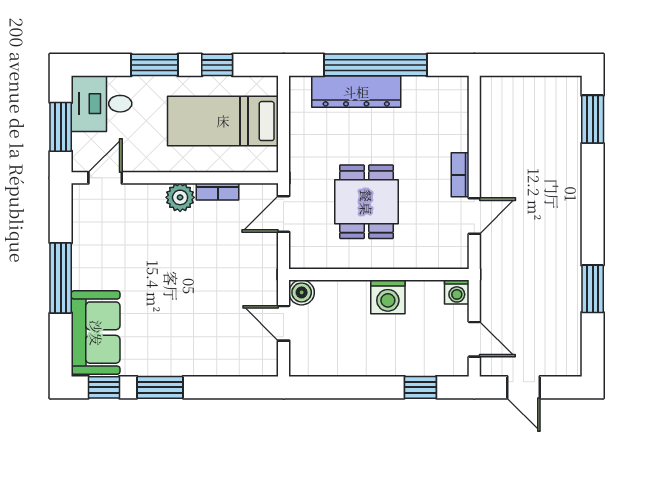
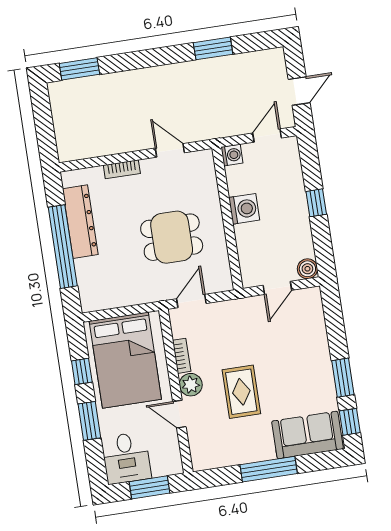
dresser: (356, 92) -> (80, 222), moved
bed: (223, 121) -> (125, 360), width x1.50
bookcase: (460, 175) -> (122, 169), moved
door: (105, 178) -> (179, 414), moved
door: (284, 214) -> (191, 301), swing flipped
rug: (162, 259) -> (241, 392), added
boiler: (302, 292) -> (307, 269), moved
window: (420, 387) -> (316, 203), moved

